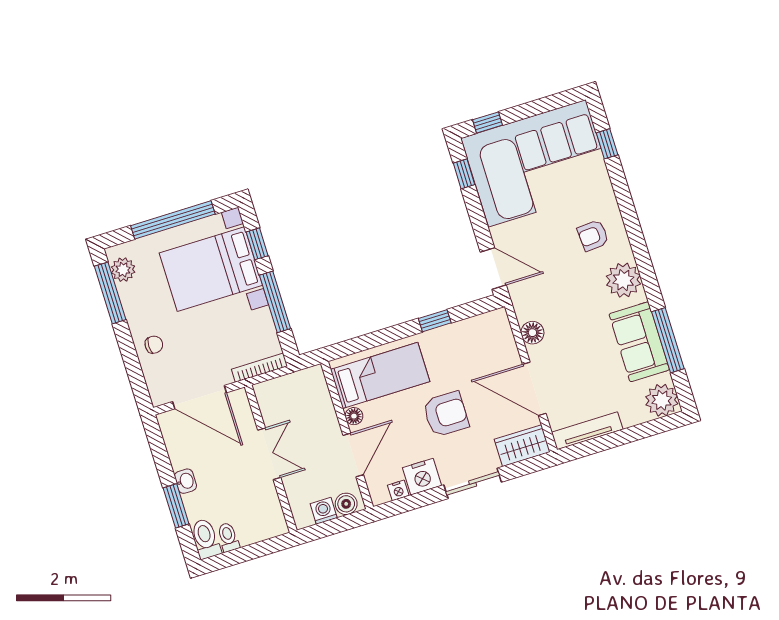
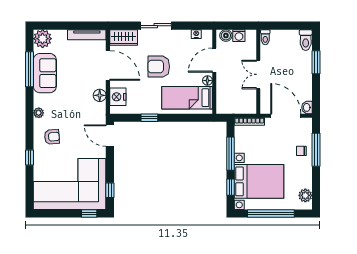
window: (607, 144) -> (30, 158), moved
plant: (623, 280) -> (39, 113), width x0.53, depth x0.53
window: (110, 293) -> (316, 150), moved
nightstand: (422, 477) -> (118, 97), moved, turned -90
washbasin: (185, 481) -> (307, 107), moved
toilet: (228, 537) -> (265, 37), moved

